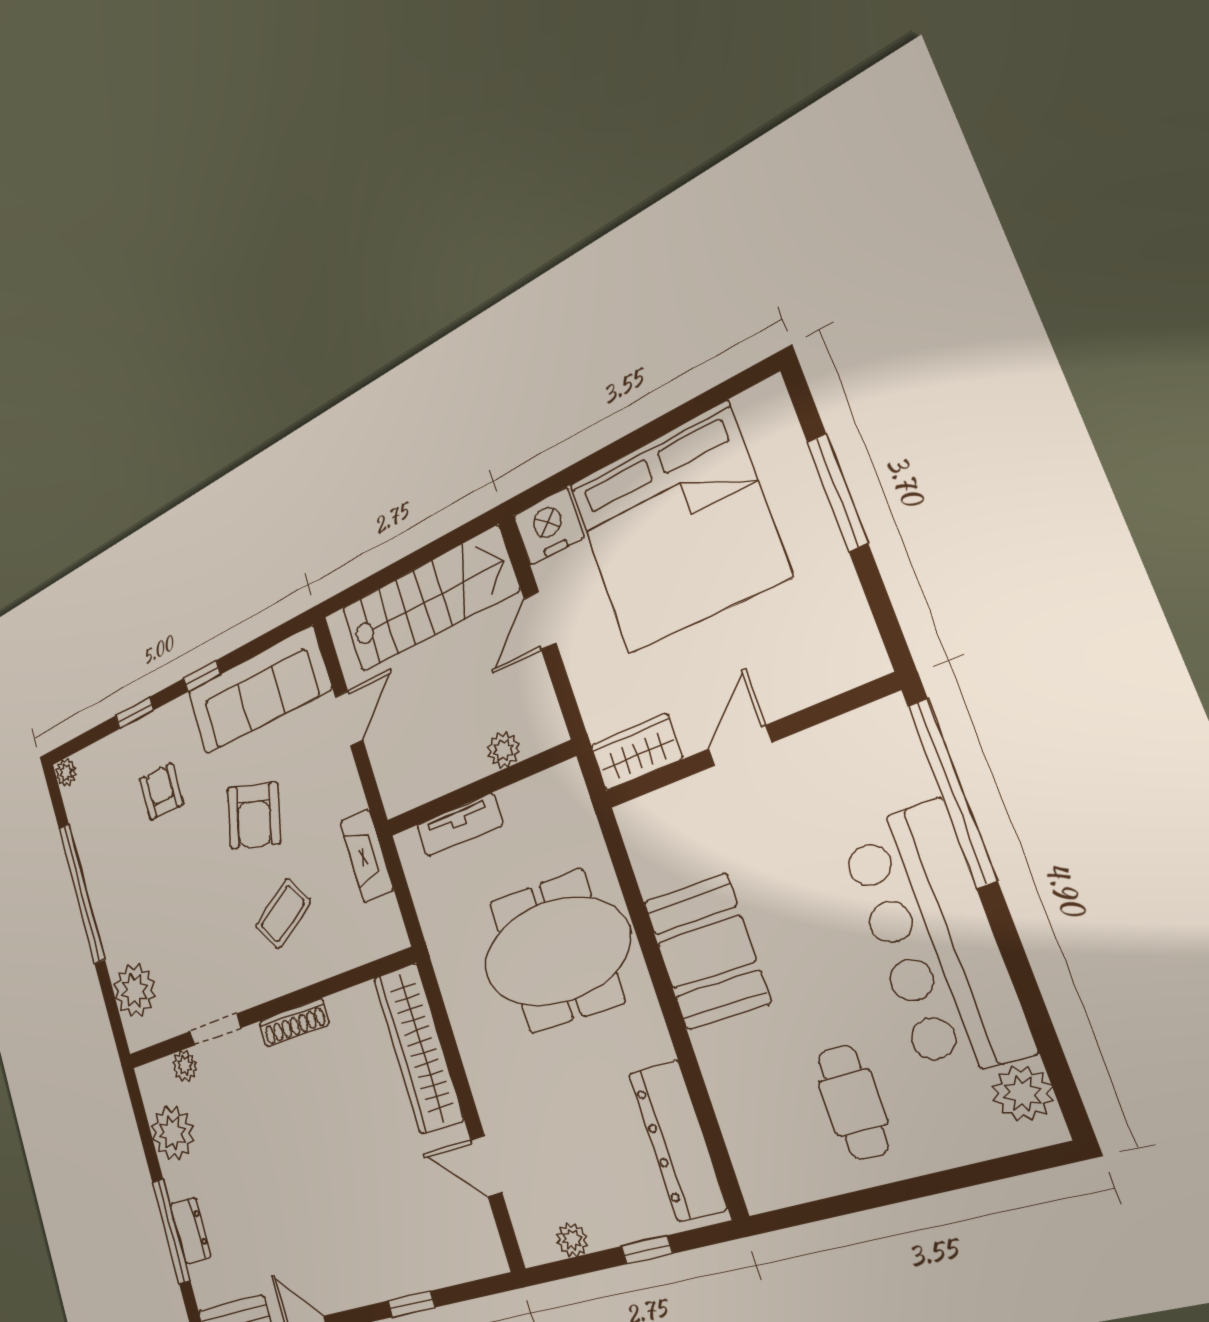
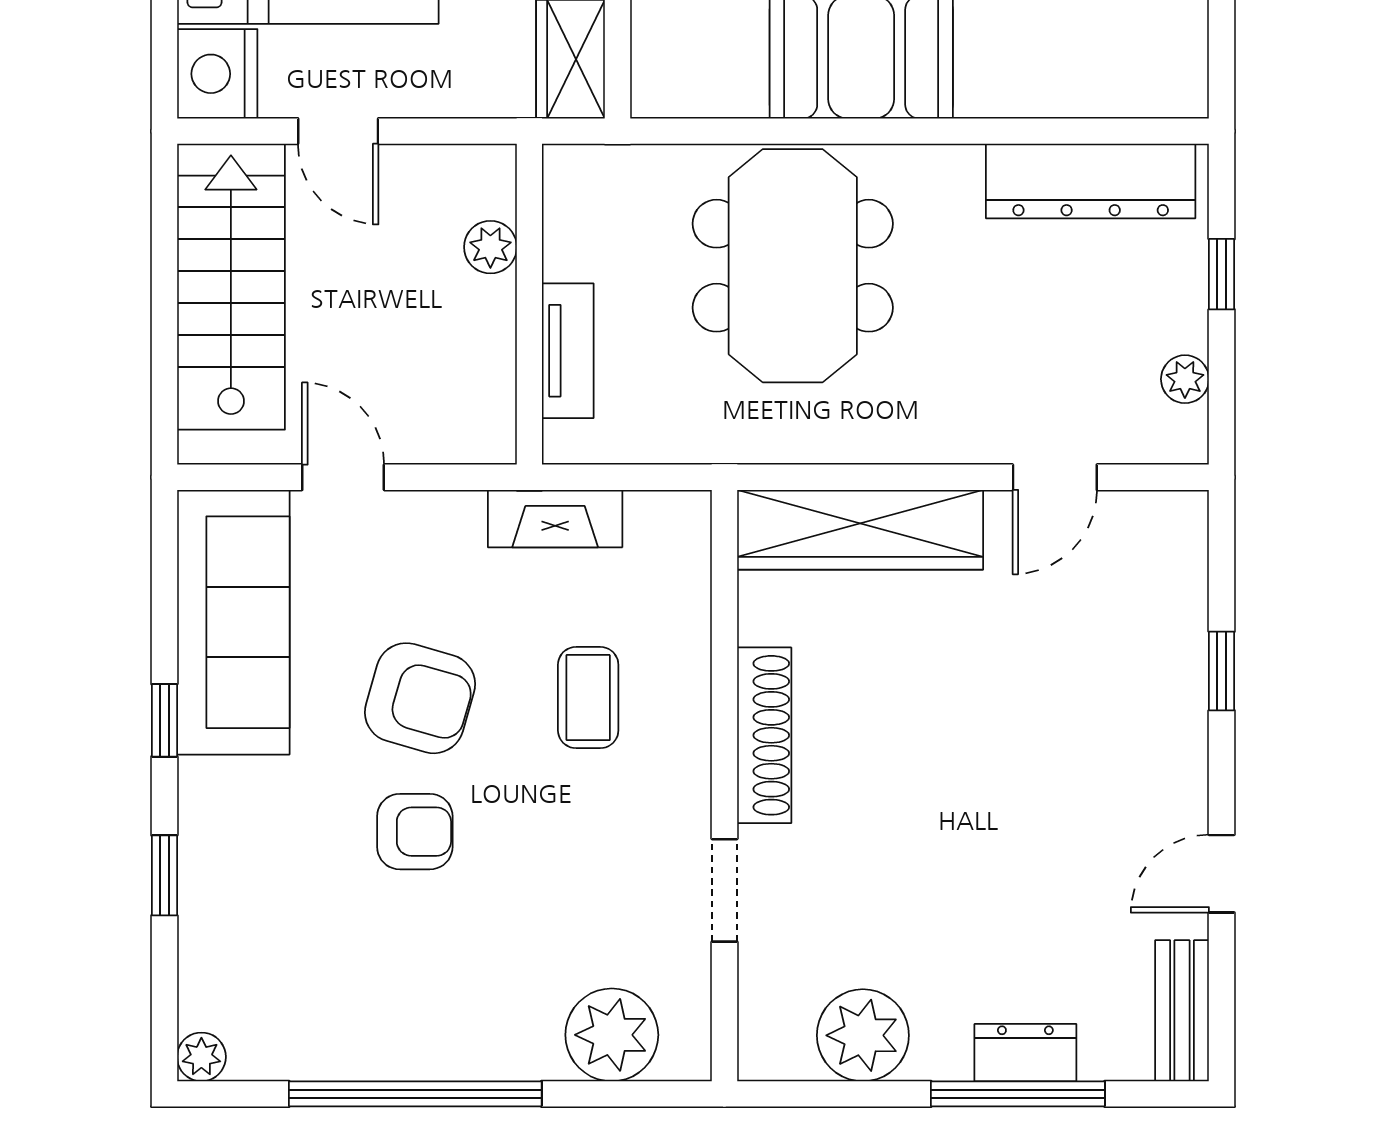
armchair: (161, 792) -> (415, 832), moved, turned 180
coffee table: (283, 914) -> (588, 698), turned 32
shoe rack: (294, 1023) -> (764, 735), width x1.36, depth x1.24
plant: (185, 1066) -> (763, 972), removed

